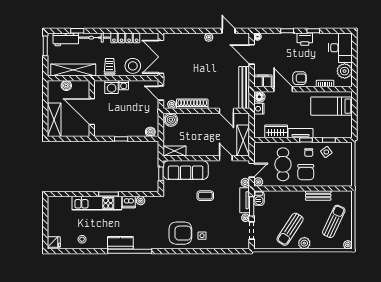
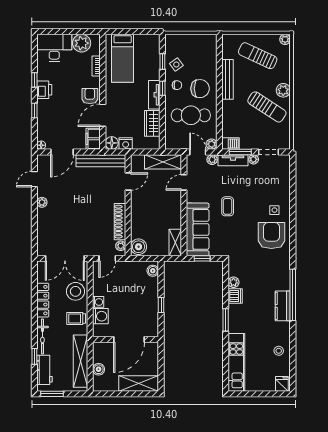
bench: (318, 196) -> (227, 79), width x1.36
kitchen unit: (97, 203) -> (236, 362), moved

